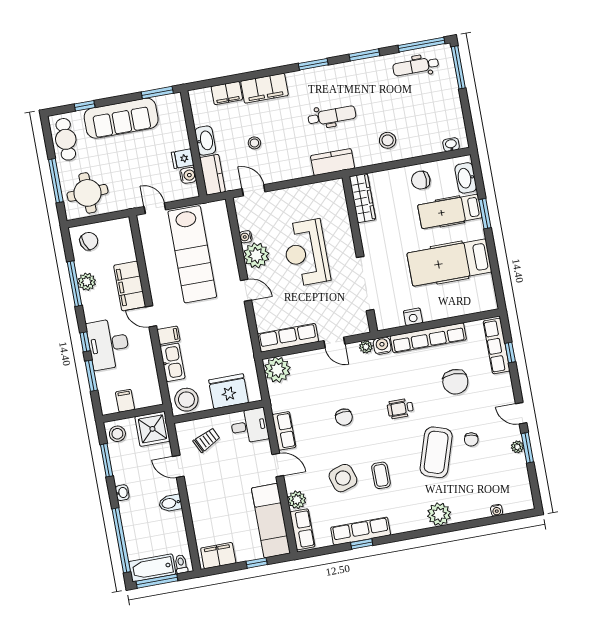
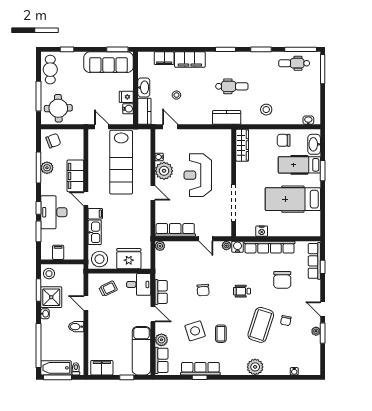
sofa: (121, 118) -> (109, 62), moved
plant: (277, 370) -> (160, 246), width x0.53, depth x0.53
shower: (152, 429) -> (51, 297), moved

